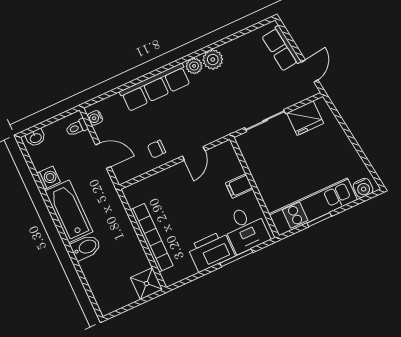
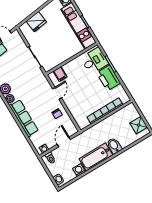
fridge: (305, 118) -> (36, 22), moved, turned 83
door: (194, 153) -> (57, 93), hinge flipped
filing cabinet: (239, 186) -> (60, 74), moved
shower: (146, 284) -> (139, 125), moved

